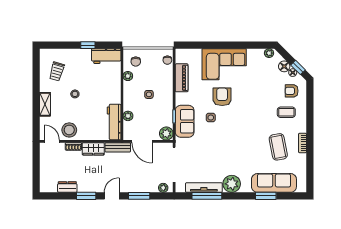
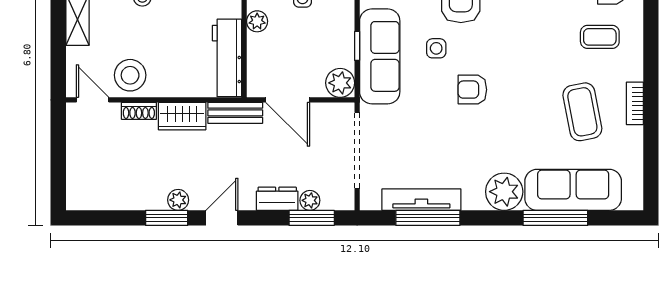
plant: (128, 116) -> (257, 21), moved
sofa: (185, 121) -> (380, 56), width x1.36
armchair: (227, 137) -> (472, 90), added
plant: (232, 184) -> (504, 192), moved
dresser: (67, 187) -> (277, 199), moved
plant: (91, 188) -> (178, 200), added
plant: (163, 188) -> (310, 200), moved
window: (139, 196) -> (312, 218), moved
window: (266, 196) -> (555, 218), width x1.44

